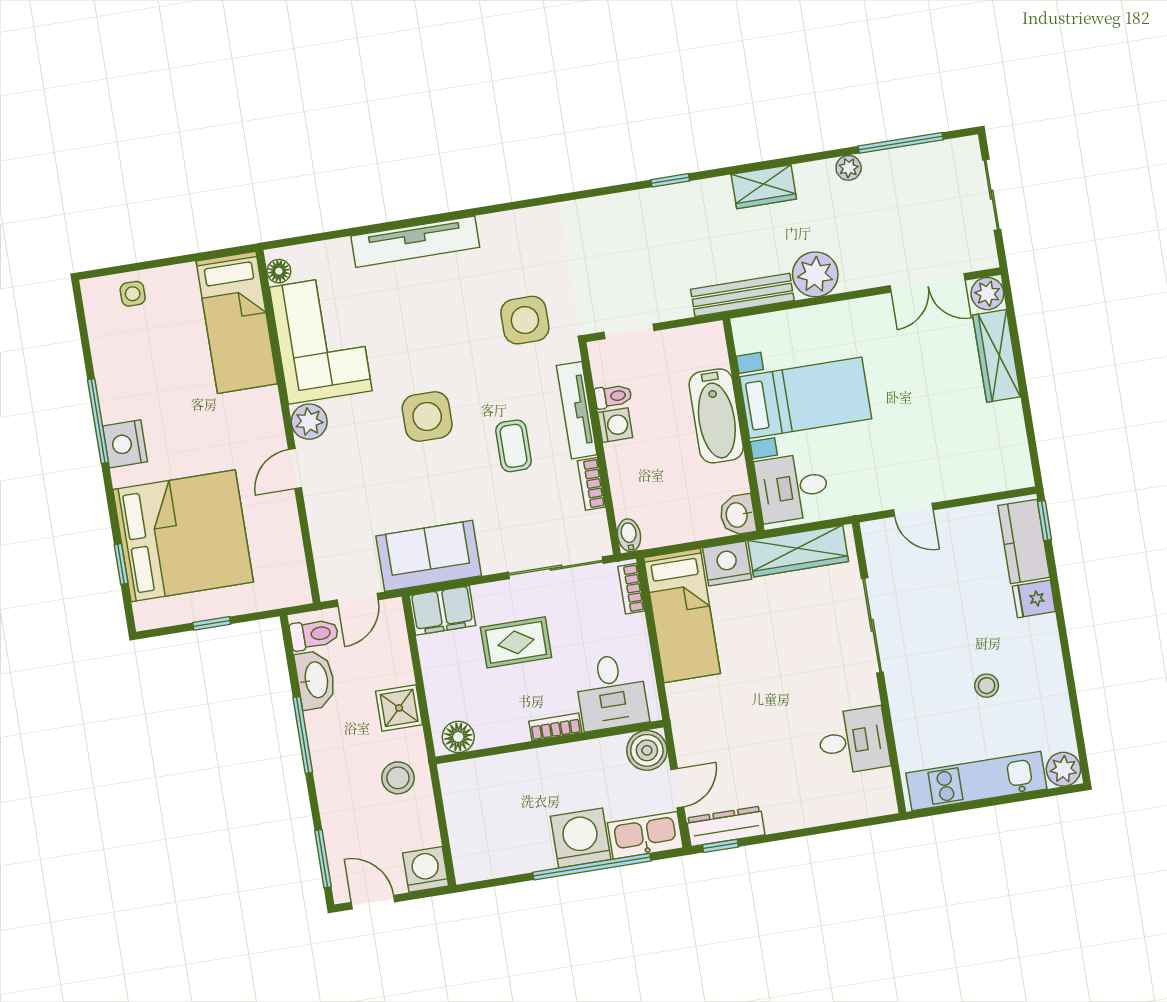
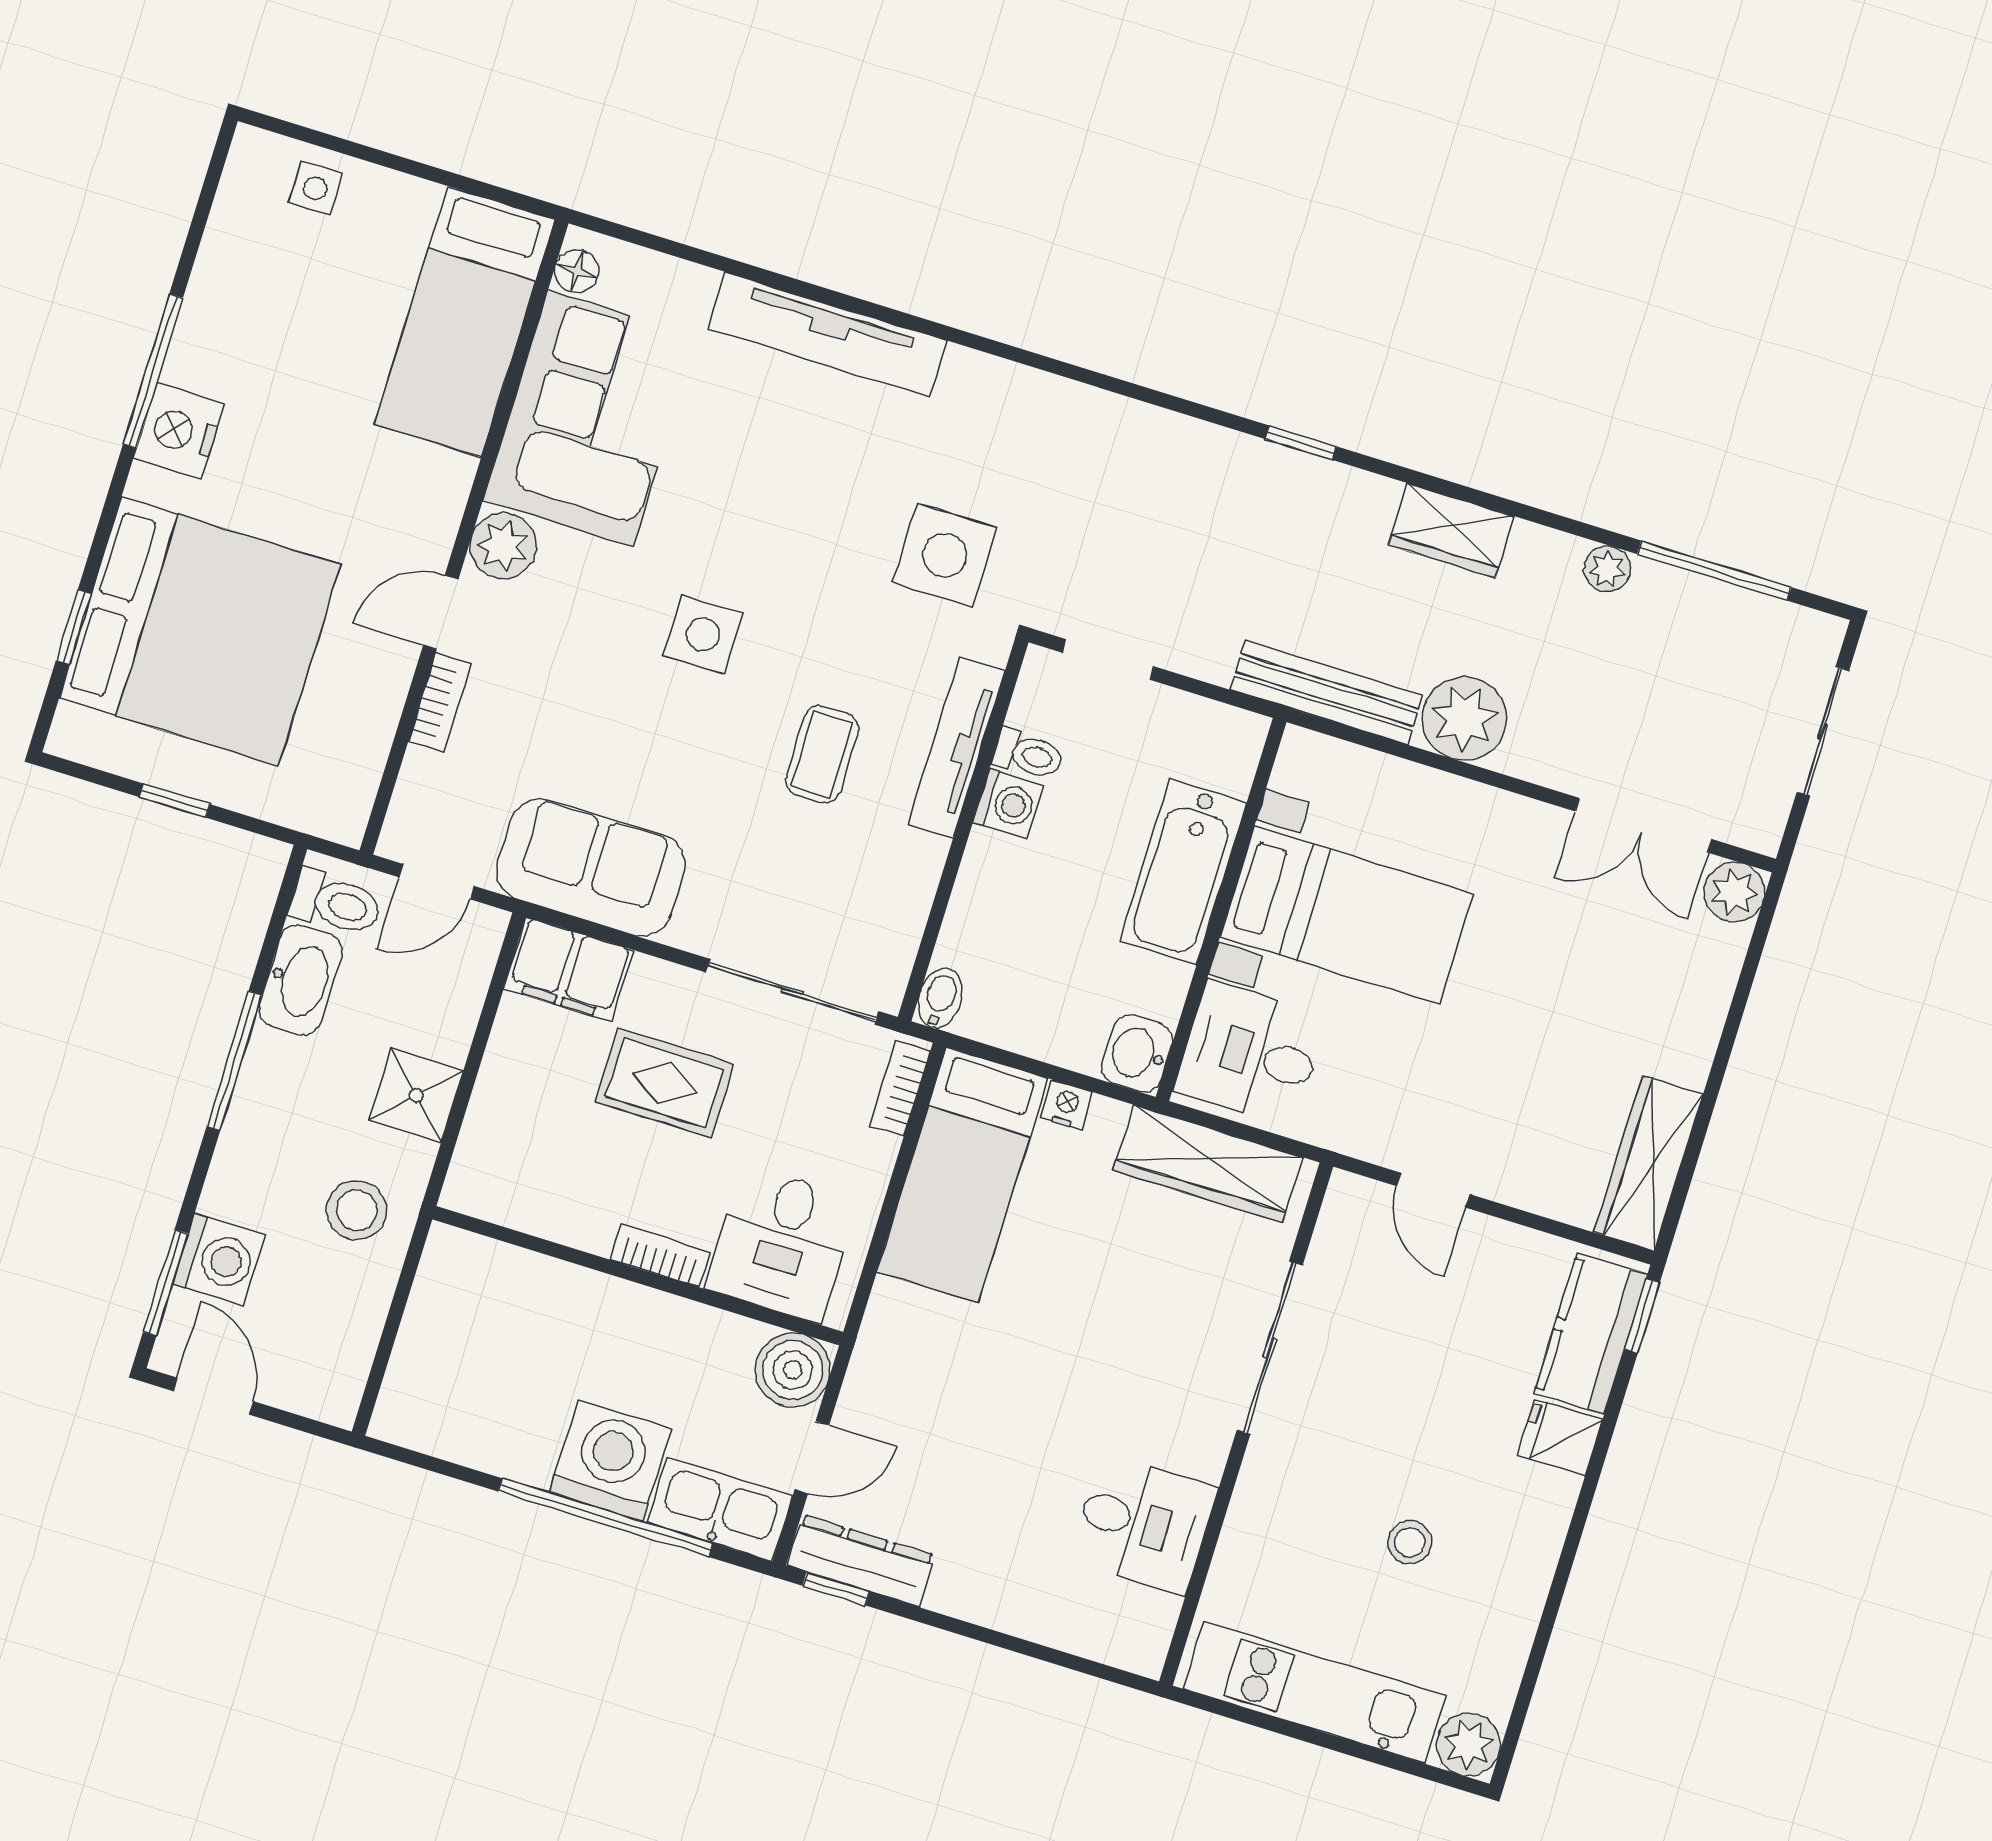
wardrobe: (997, 356) -> (1649, 1163), moved
side table: (427, 416) -> (703, 635), width x0.73, depth x0.73
bookcase: (591, 484) -> (440, 702), moved, turned 180
nightstand: (727, 564) -> (1066, 1105), width x0.53, depth x0.56
floor lamp: (458, 737) -> (491, 1192), removed
washing machine: (426, 869) -> (219, 1259), moved, turned 90

